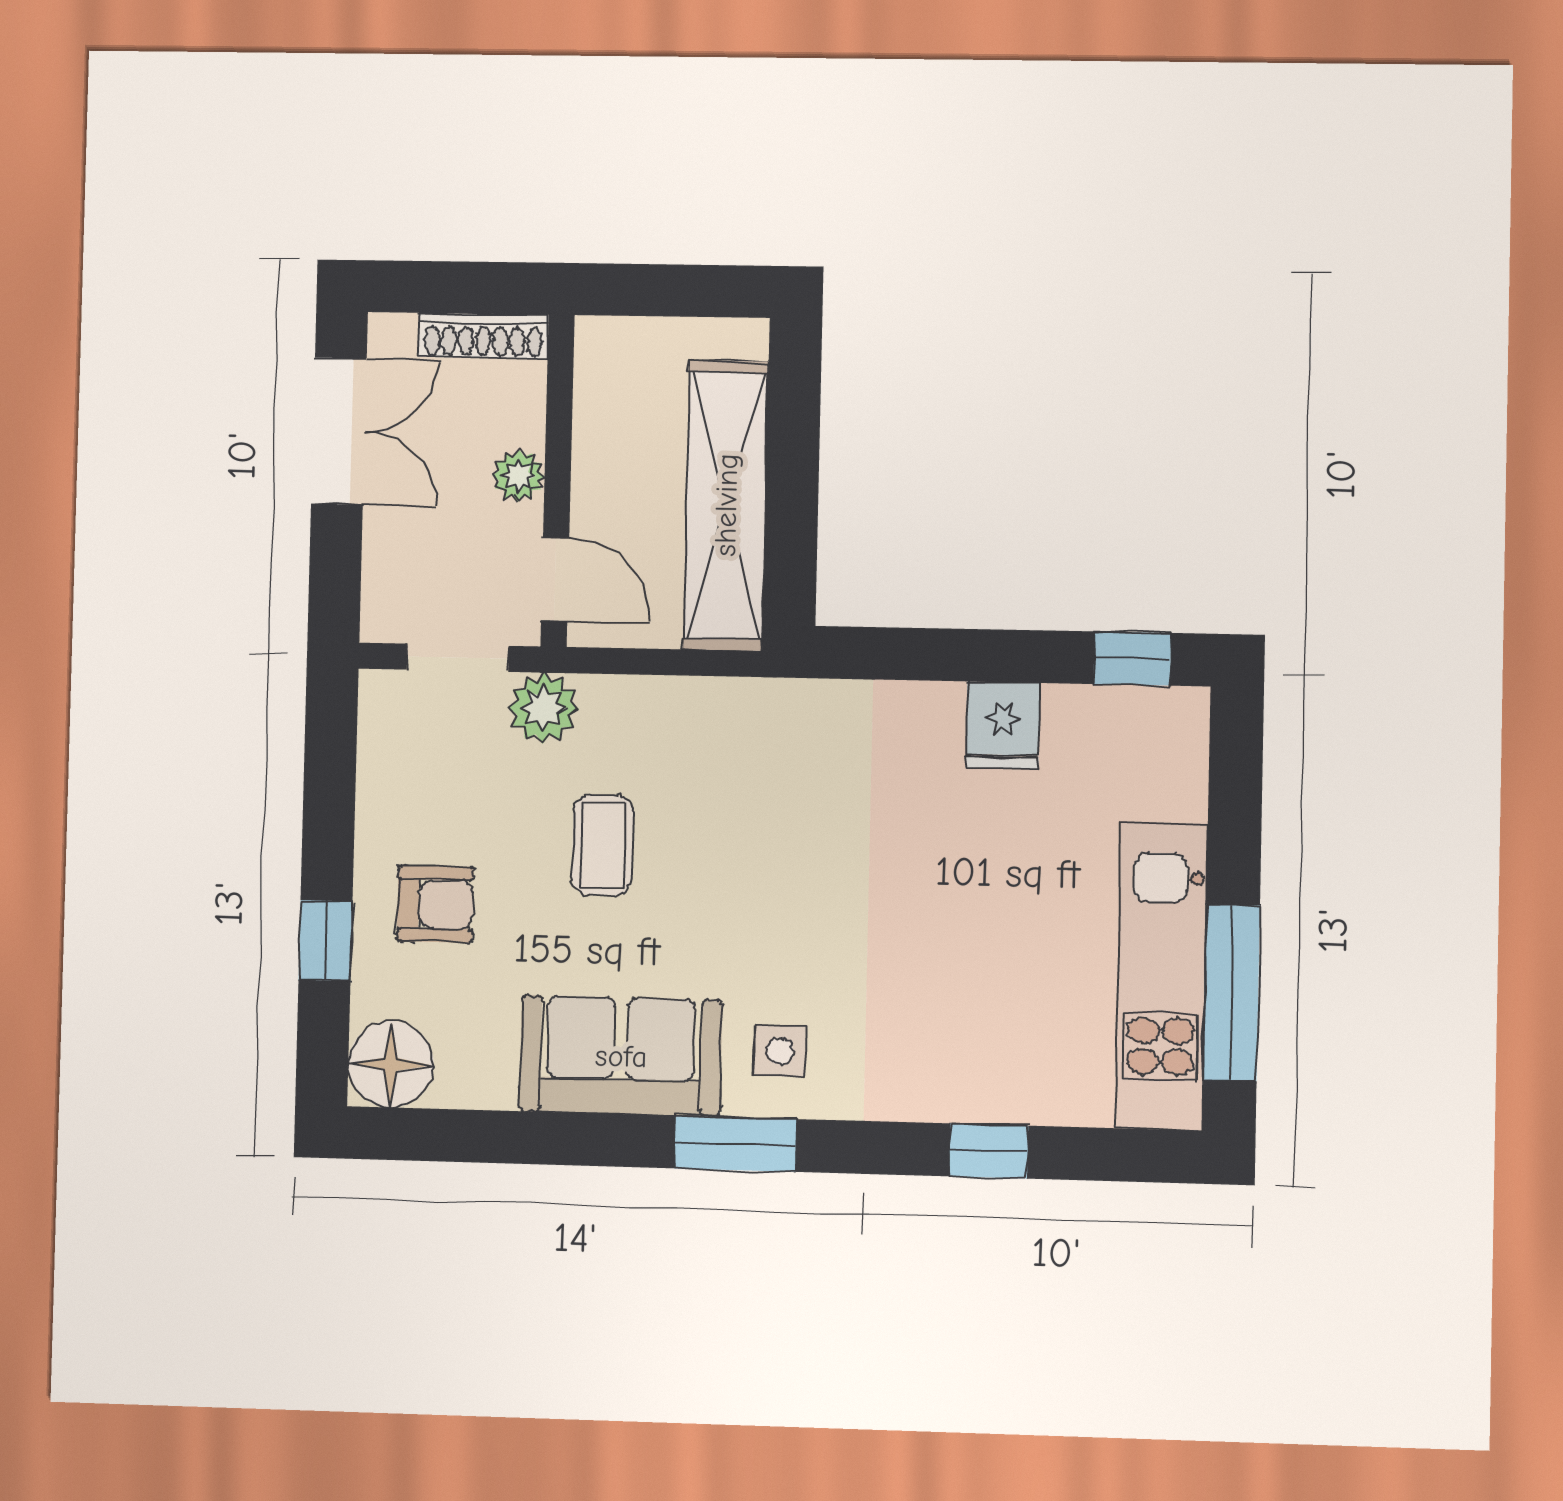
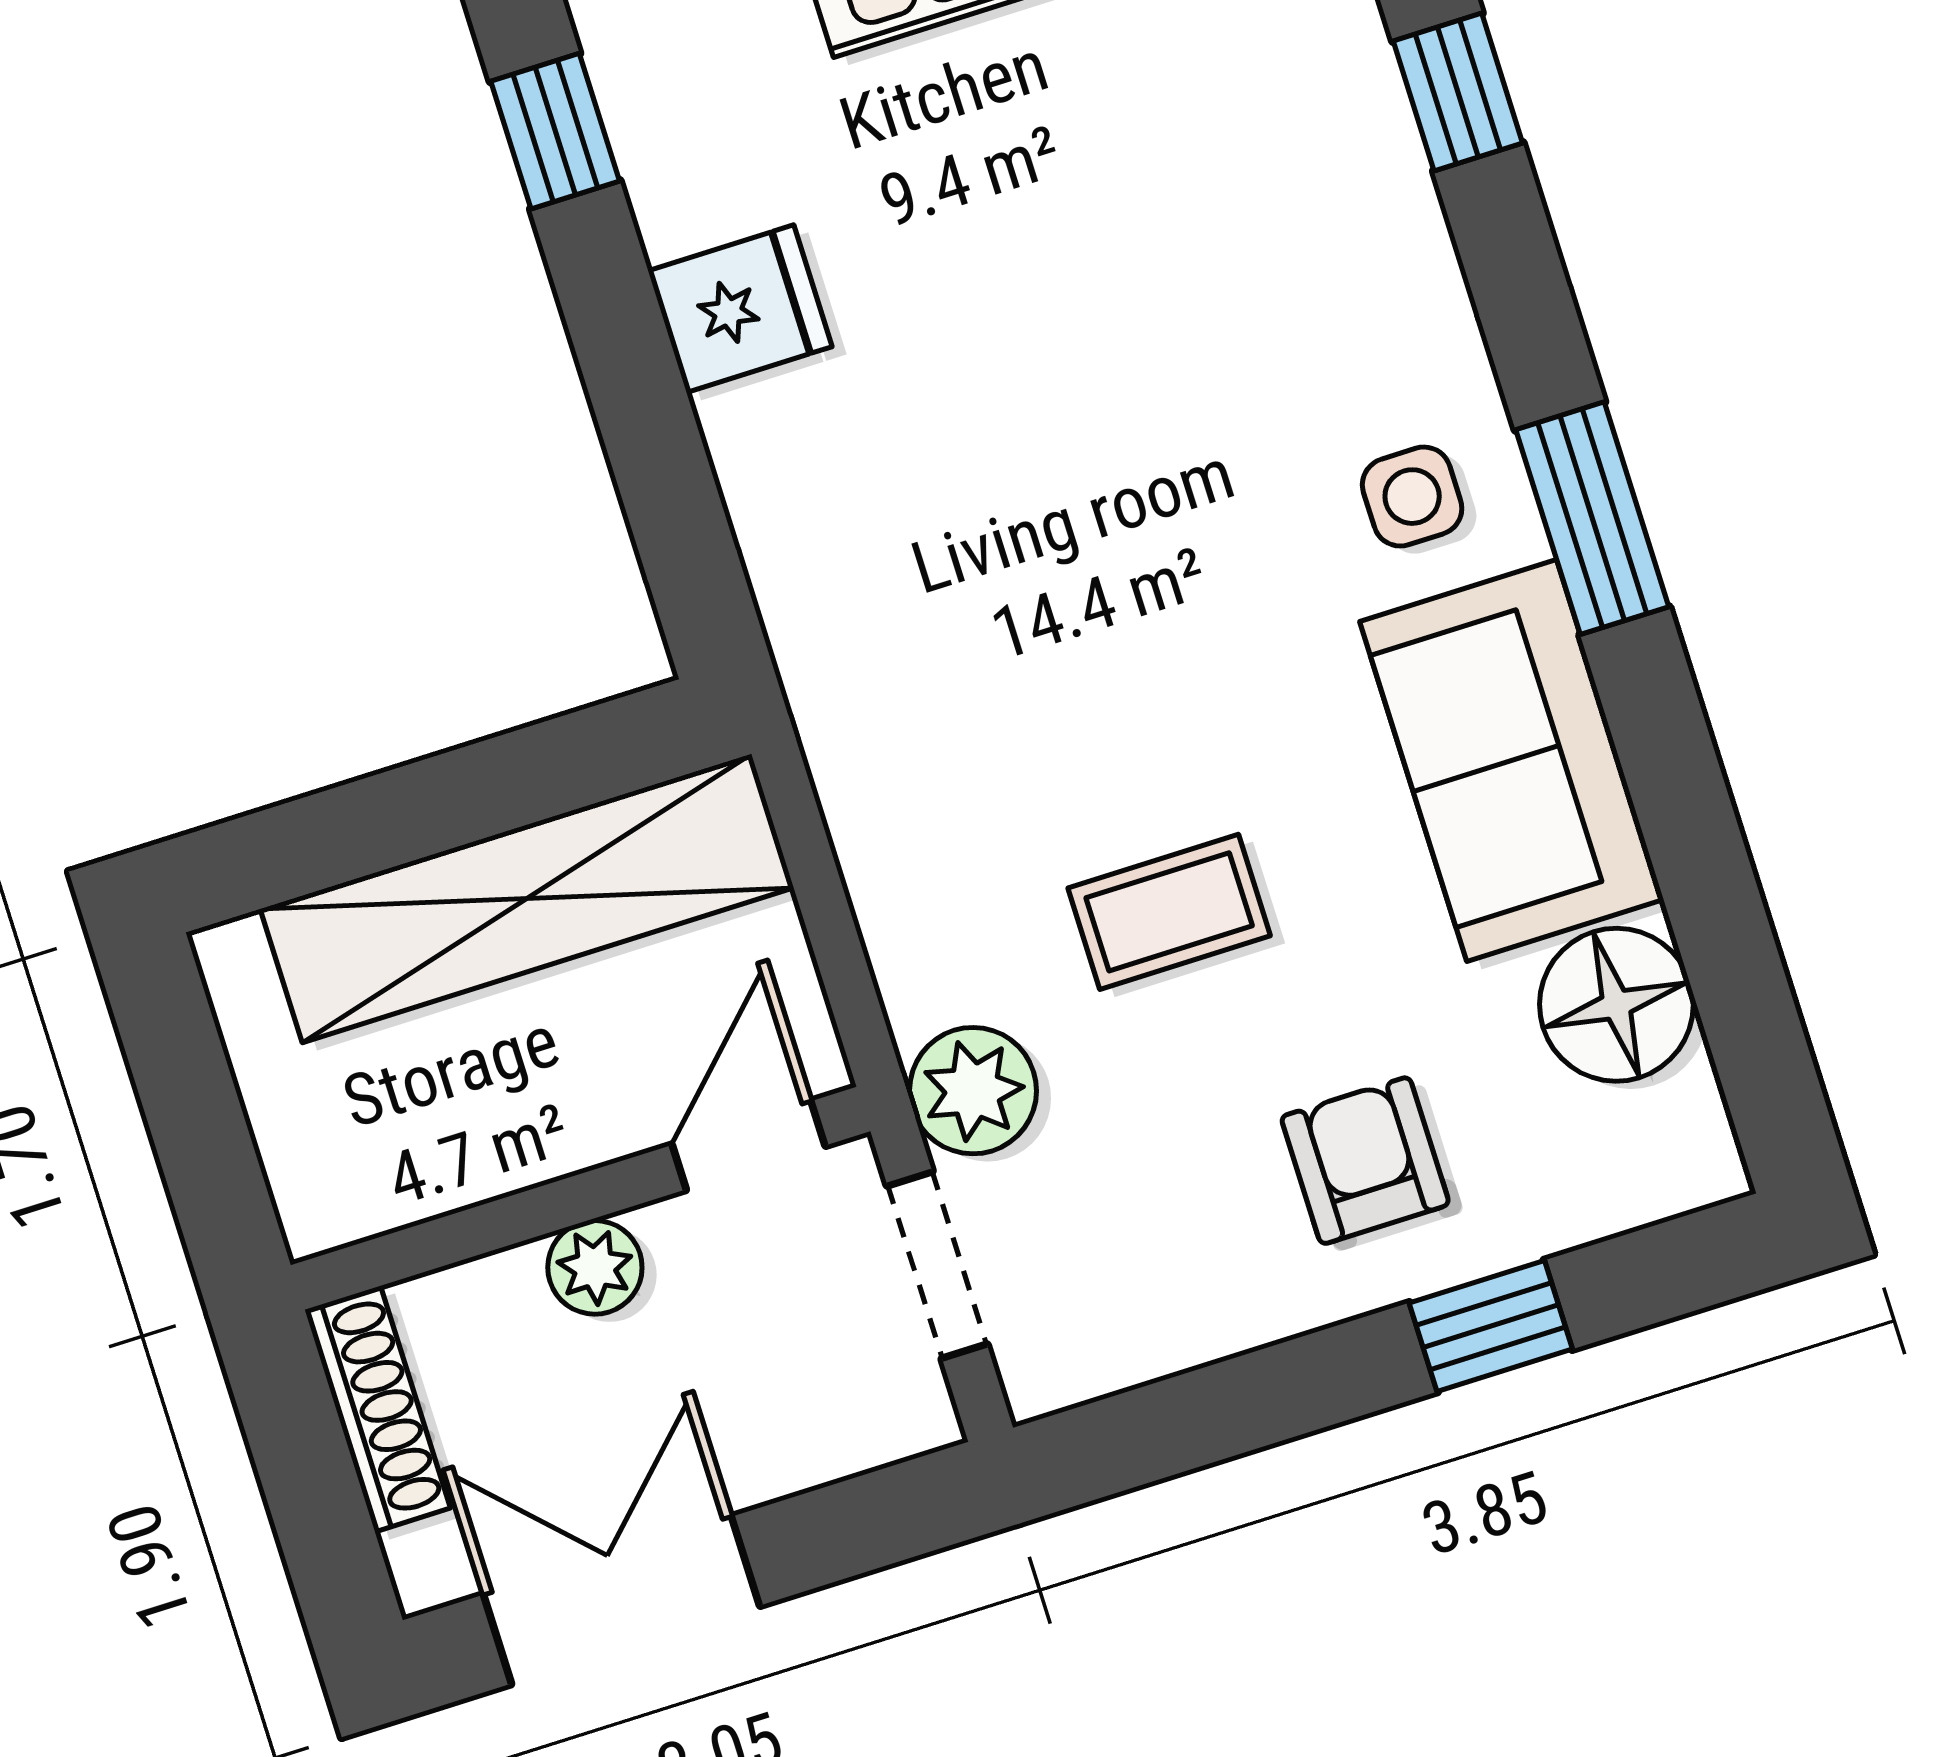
floor lamp: (391, 1064) -> (1616, 1005), moved

